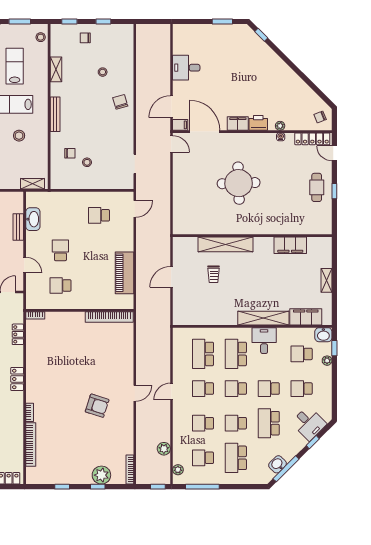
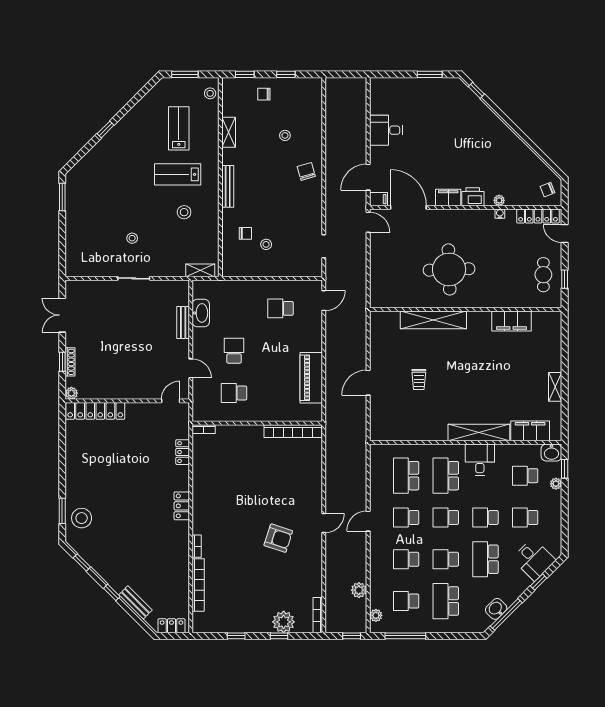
wall: (252, 236) -> (466, 309), moved
shelving: (225, 244) -> (433, 320), moved
filing cabinet: (290, 245) -> (511, 321), moved

